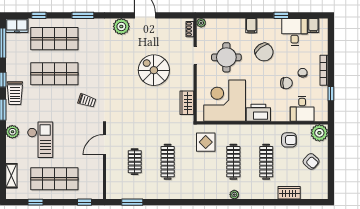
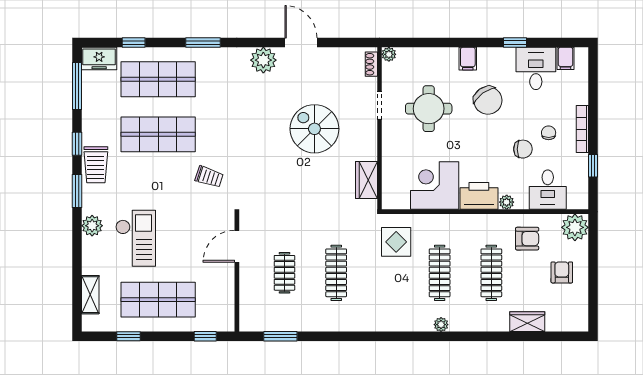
corner desk: (225, 101) -> (435, 185), width x0.74, depth x0.74
plant: (276, 117) -> (507, 202), added
armchair: (311, 161) -> (562, 272), turned -132

